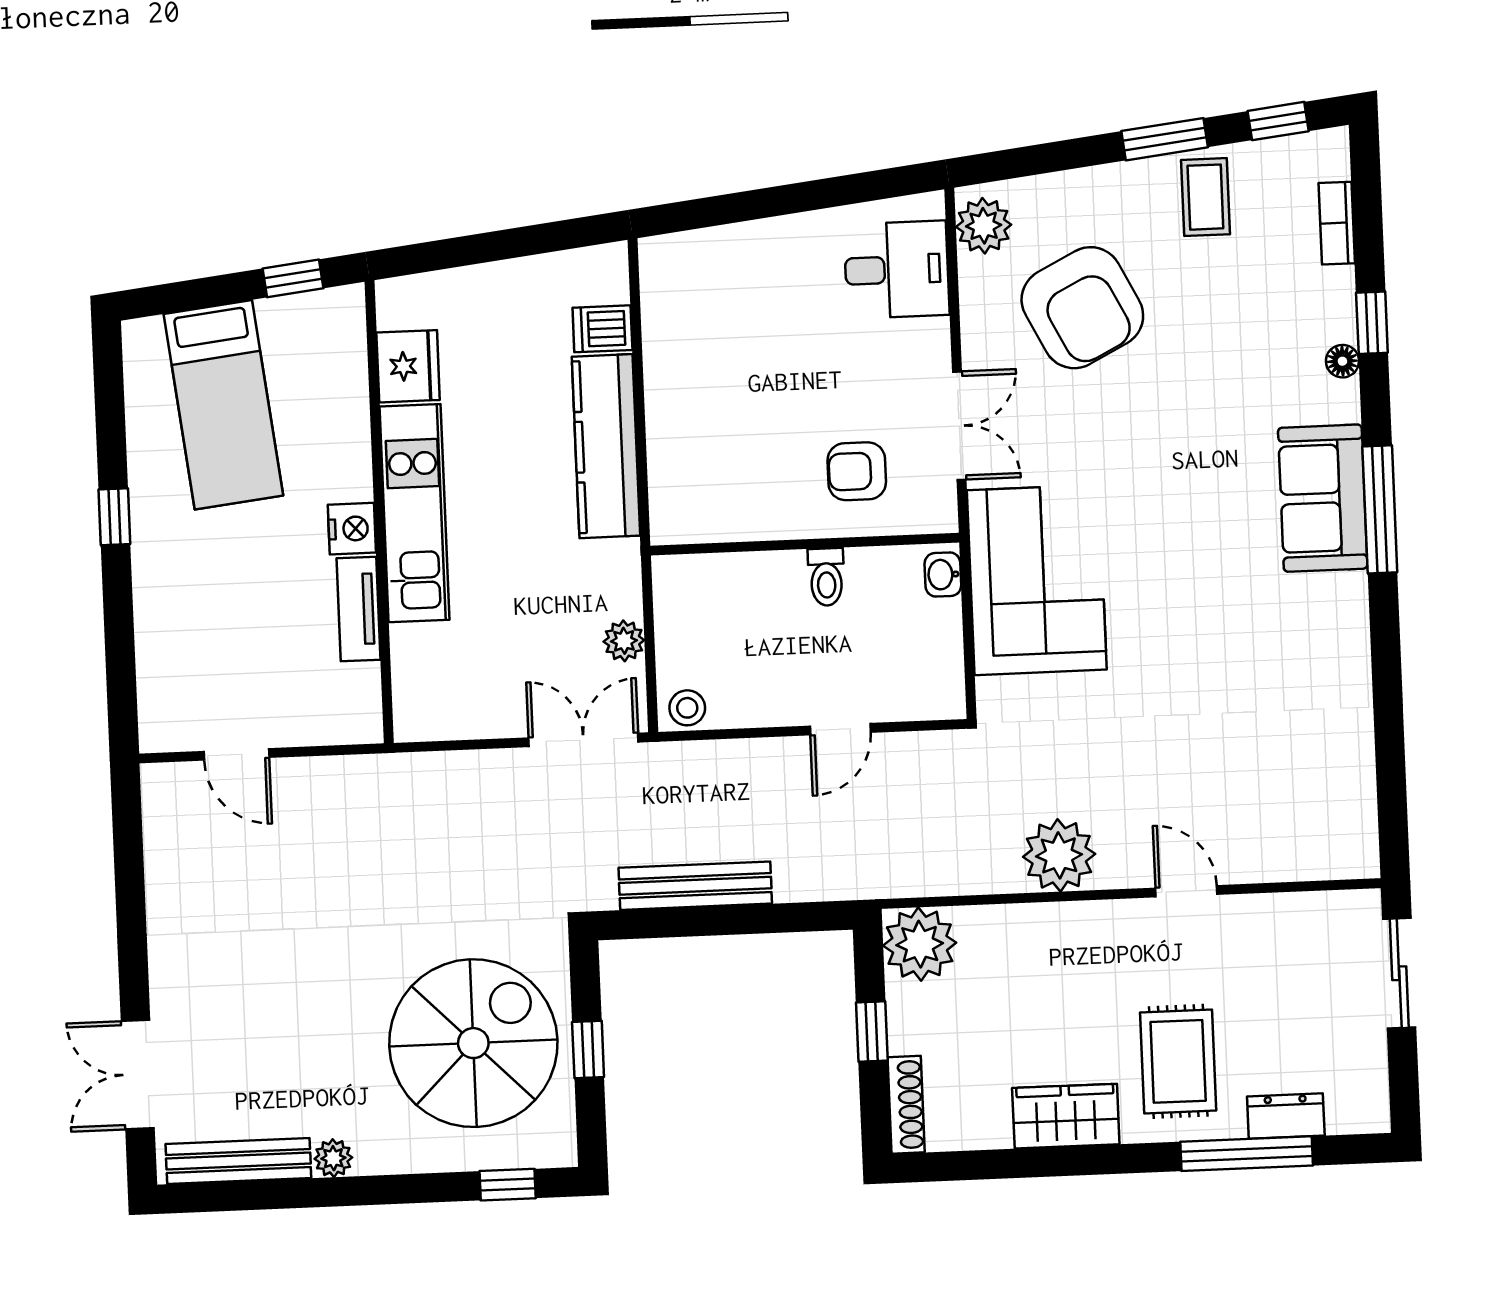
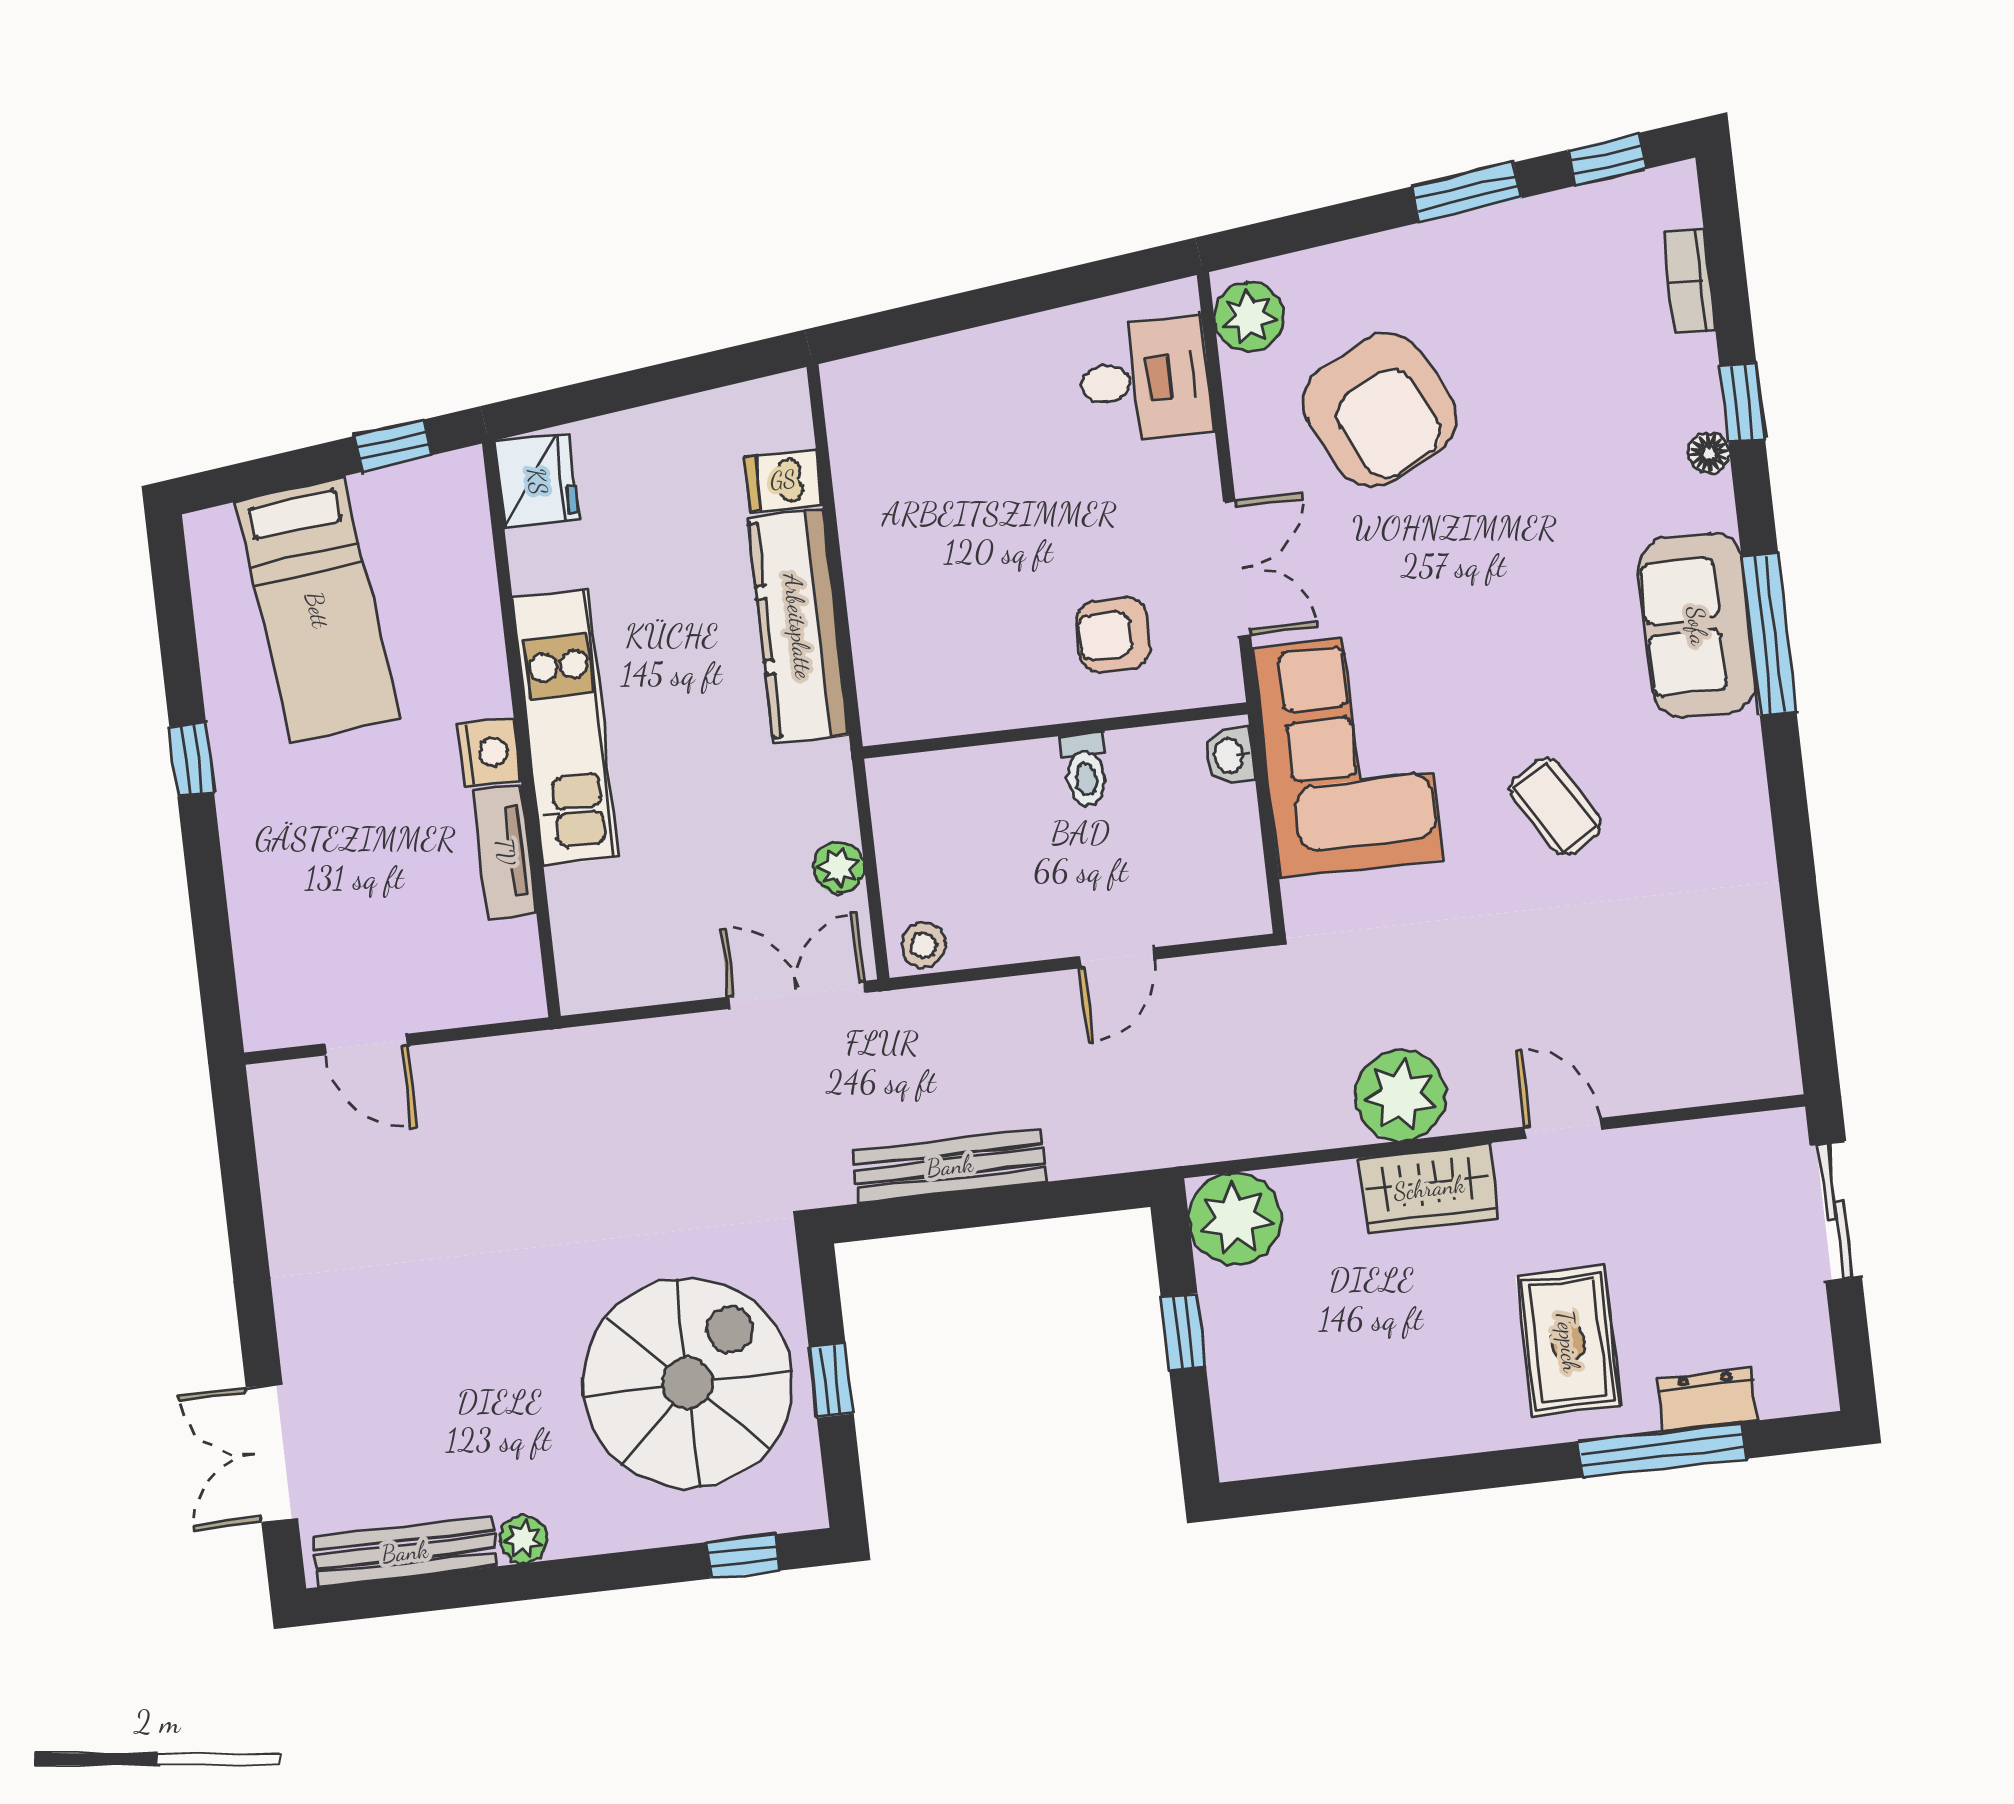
coffee table: (1205, 197) -> (1555, 807), moved, turned -31
fridge: (408, 366) -> (537, 481), moved
shoe rack: (906, 1105) -> (1233, 1420), removed
wardrobe: (1066, 1116) -> (1429, 1188), moved, turned 180

